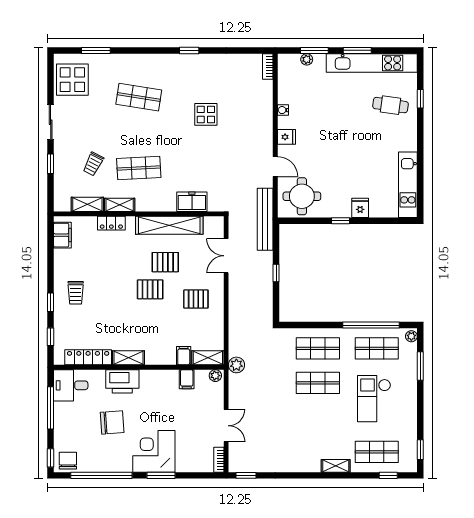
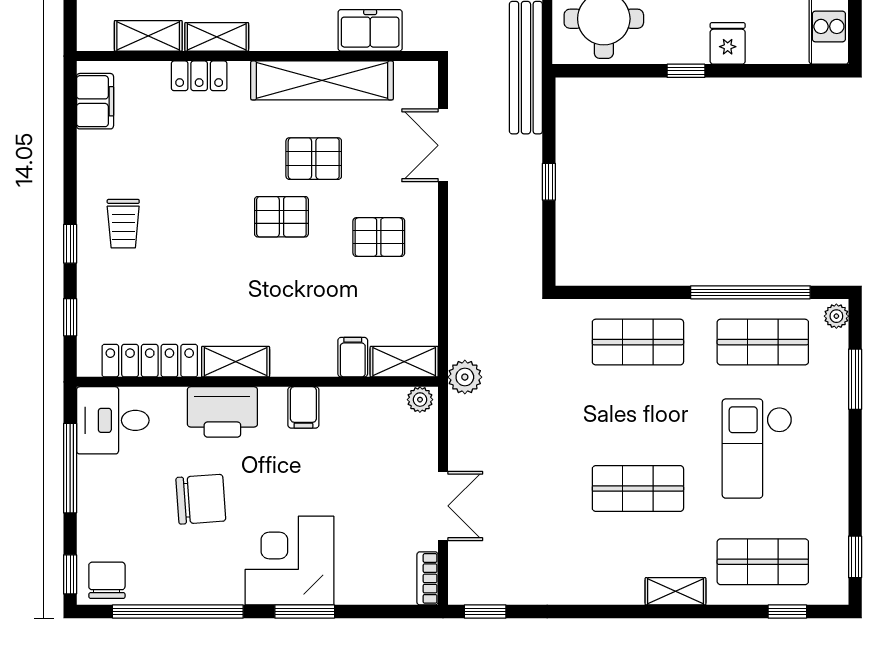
filing cabinet: (187, 379) -> (303, 407), moved
shop shelf: (318, 383) -> (638, 489), moved

